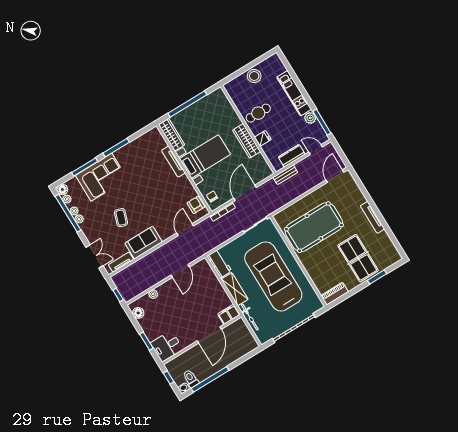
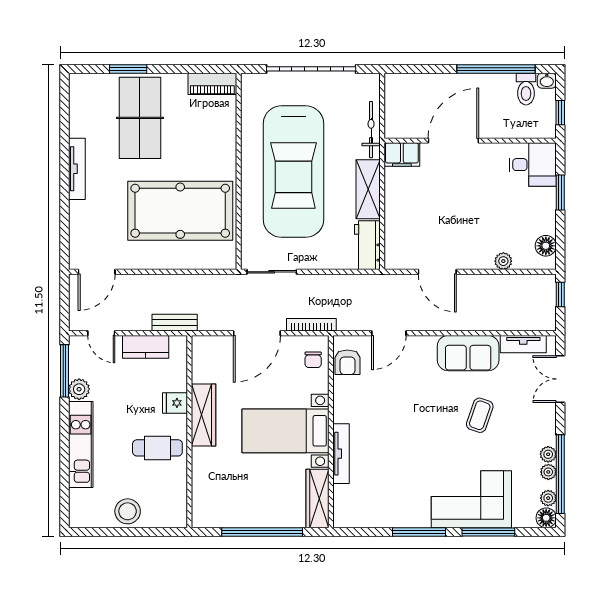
door: (180, 271) -> (437, 272), swing flipped

